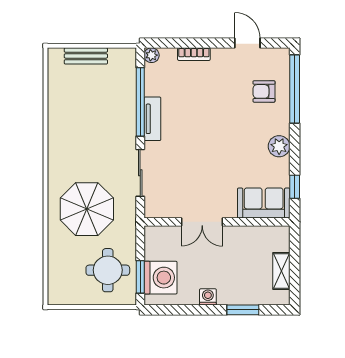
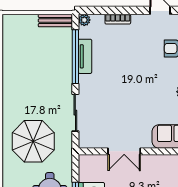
bench: (86, 56) -> (55, 20), moved
tv unit: (152, 119) -> (85, 56), moved

